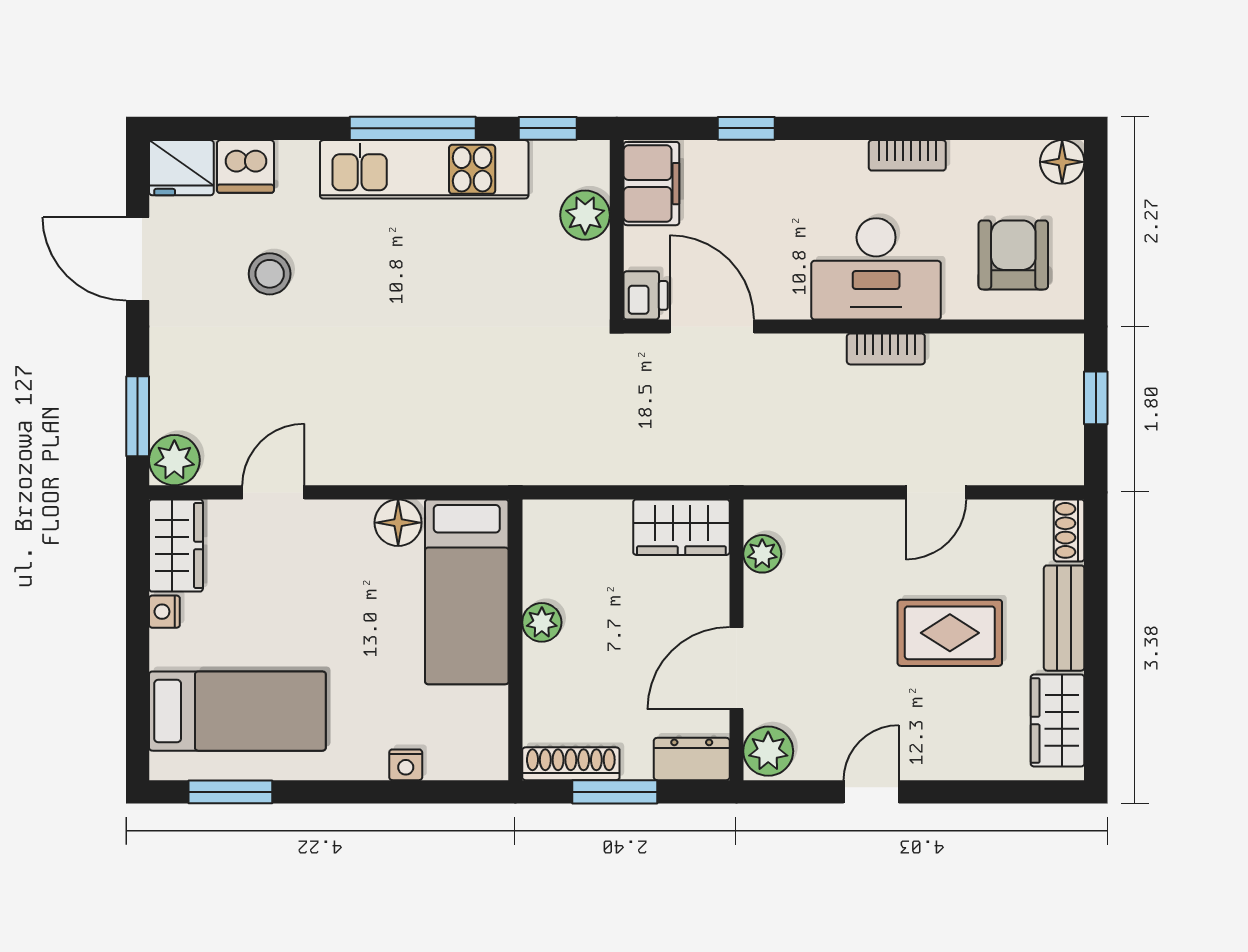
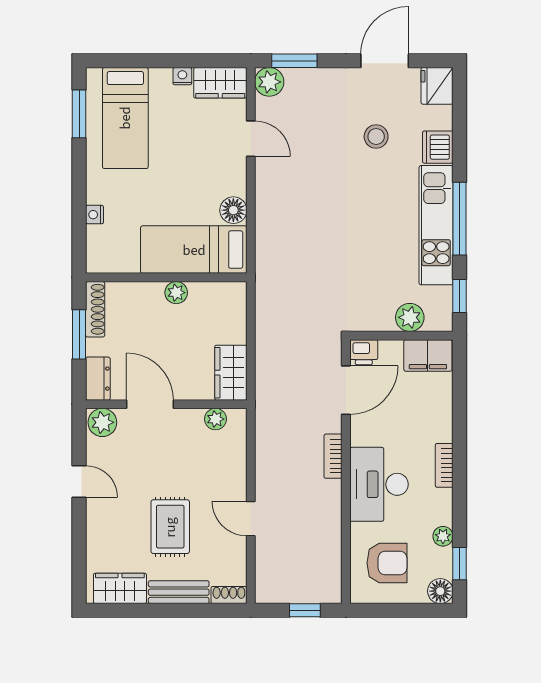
window: (746, 128) -> (459, 564), moved
bookcase: (907, 155) -> (444, 465), moved
plant: (967, 157) -> (443, 536), added
dishwasher: (245, 166) -> (438, 147), moved
bookcase: (886, 349) -> (333, 456), moved

